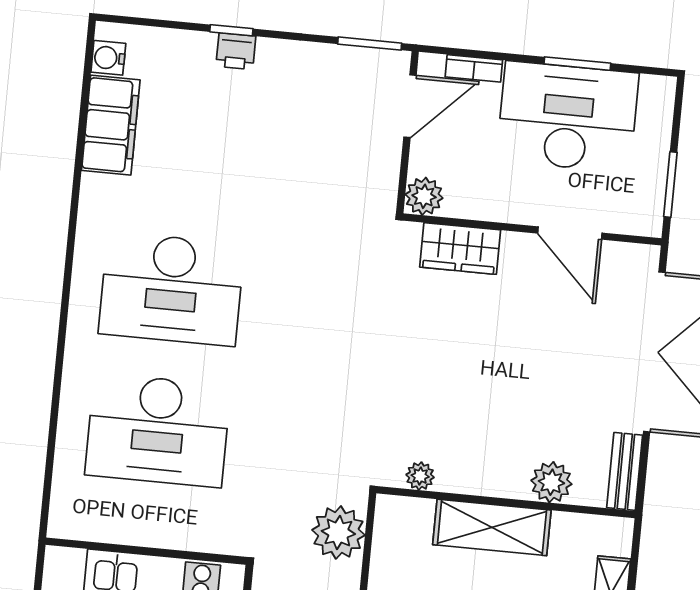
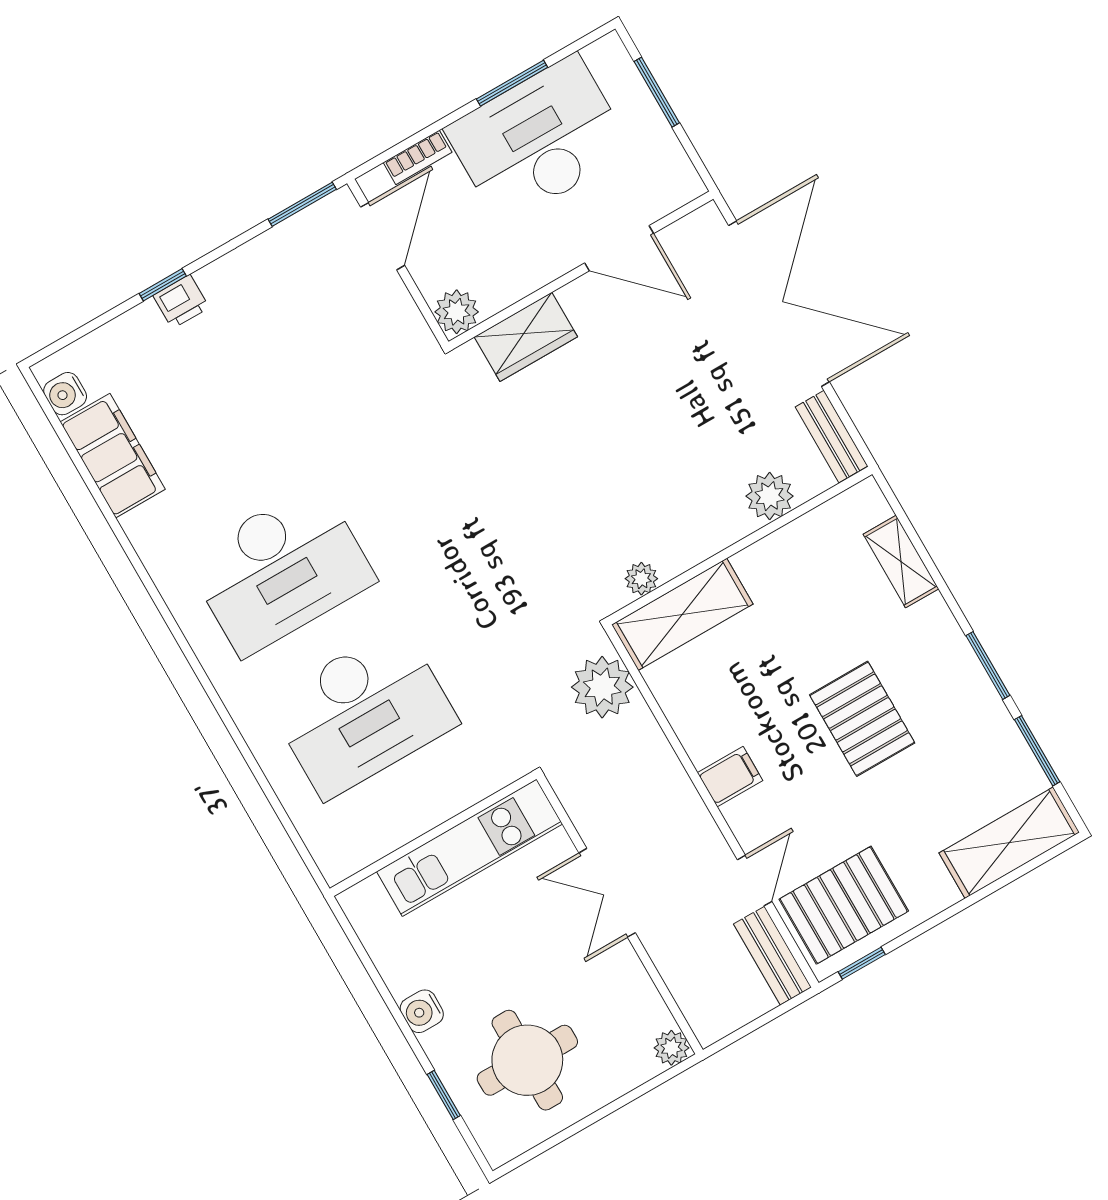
window: (670, 185) -> (657, 92), moved
shelving: (492, 527) -> (682, 614), moved

